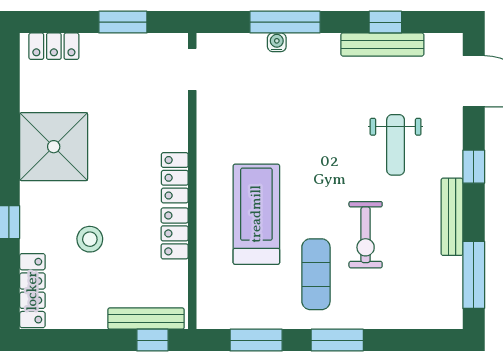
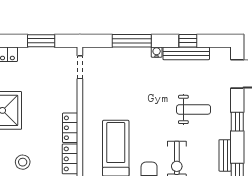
water cooler: (277, 42) -> (157, 52), moved
weight bench: (396, 145) -> (194, 109), turned -90
bench: (452, 217) -> (225, 155), width x0.73

